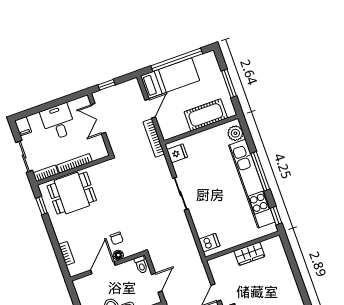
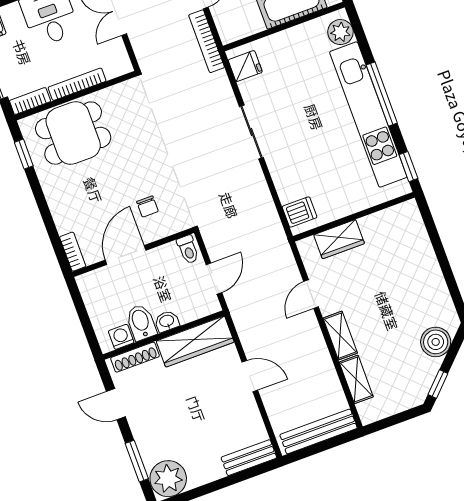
bookcase: (67, 253) -> (73, 252), moved
wardrobe: (249, 254) -> (339, 239), moved
floor lamp: (118, 255) -> (151, 234), removed

